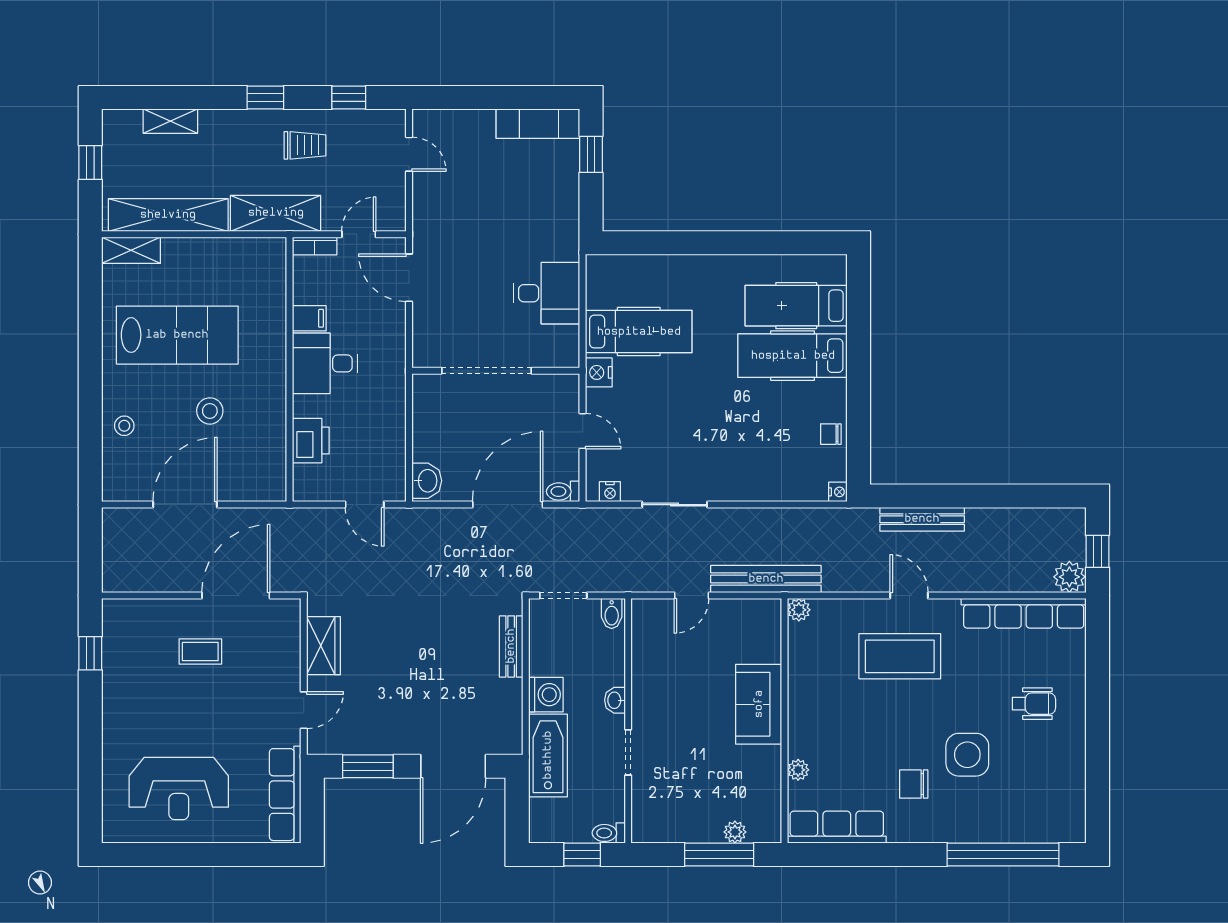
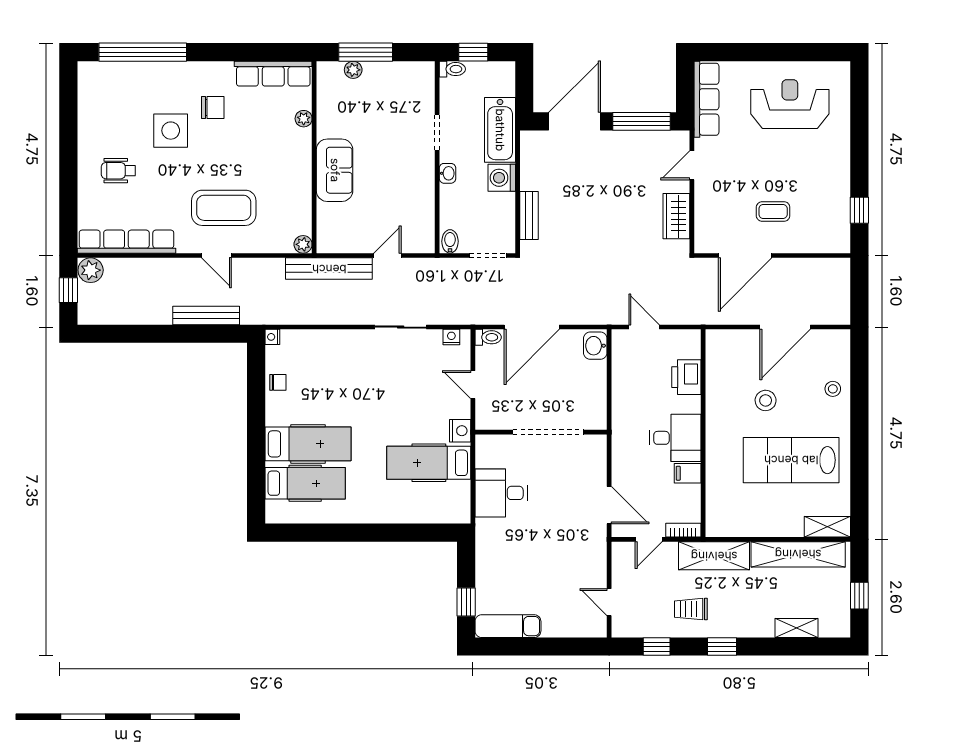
window: (368, 766) -> (641, 121), width x1.44

